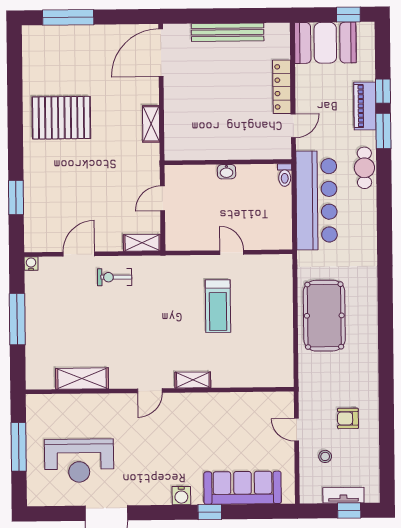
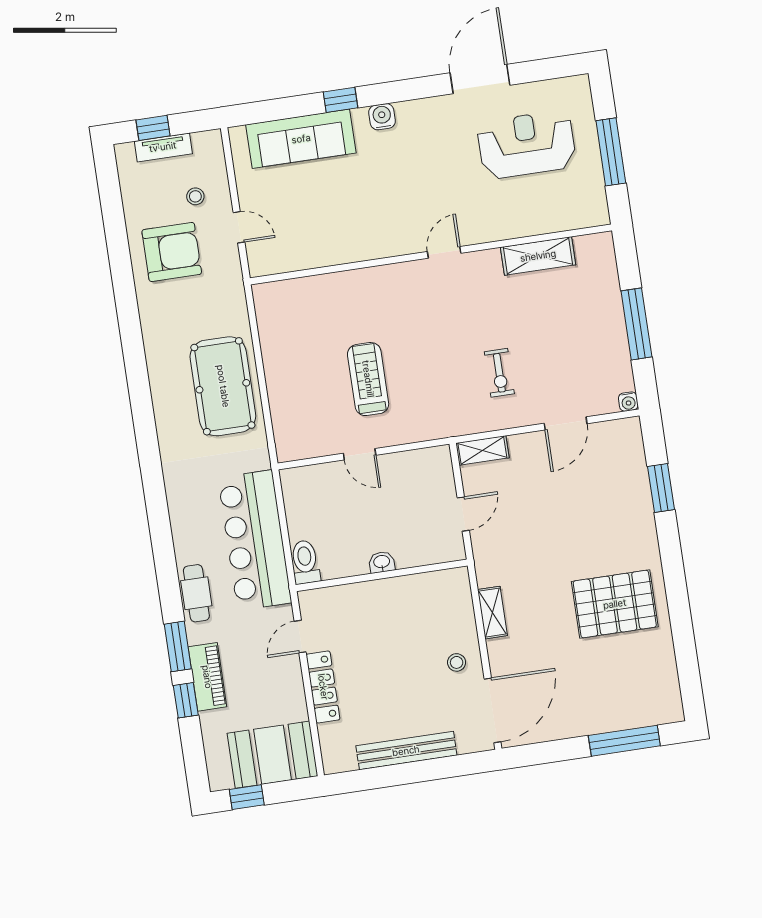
stool: (182, 91) -> (457, 662), added
toilet: (285, 175) -> (305, 562), width x1.37, depth x1.39
exercise bike: (115, 277) -> (499, 373), moved, turned 90
shelving: (193, 380) -> (388, 275), removed
armchair: (348, 418) -> (172, 252), width x1.88, depth x1.88

